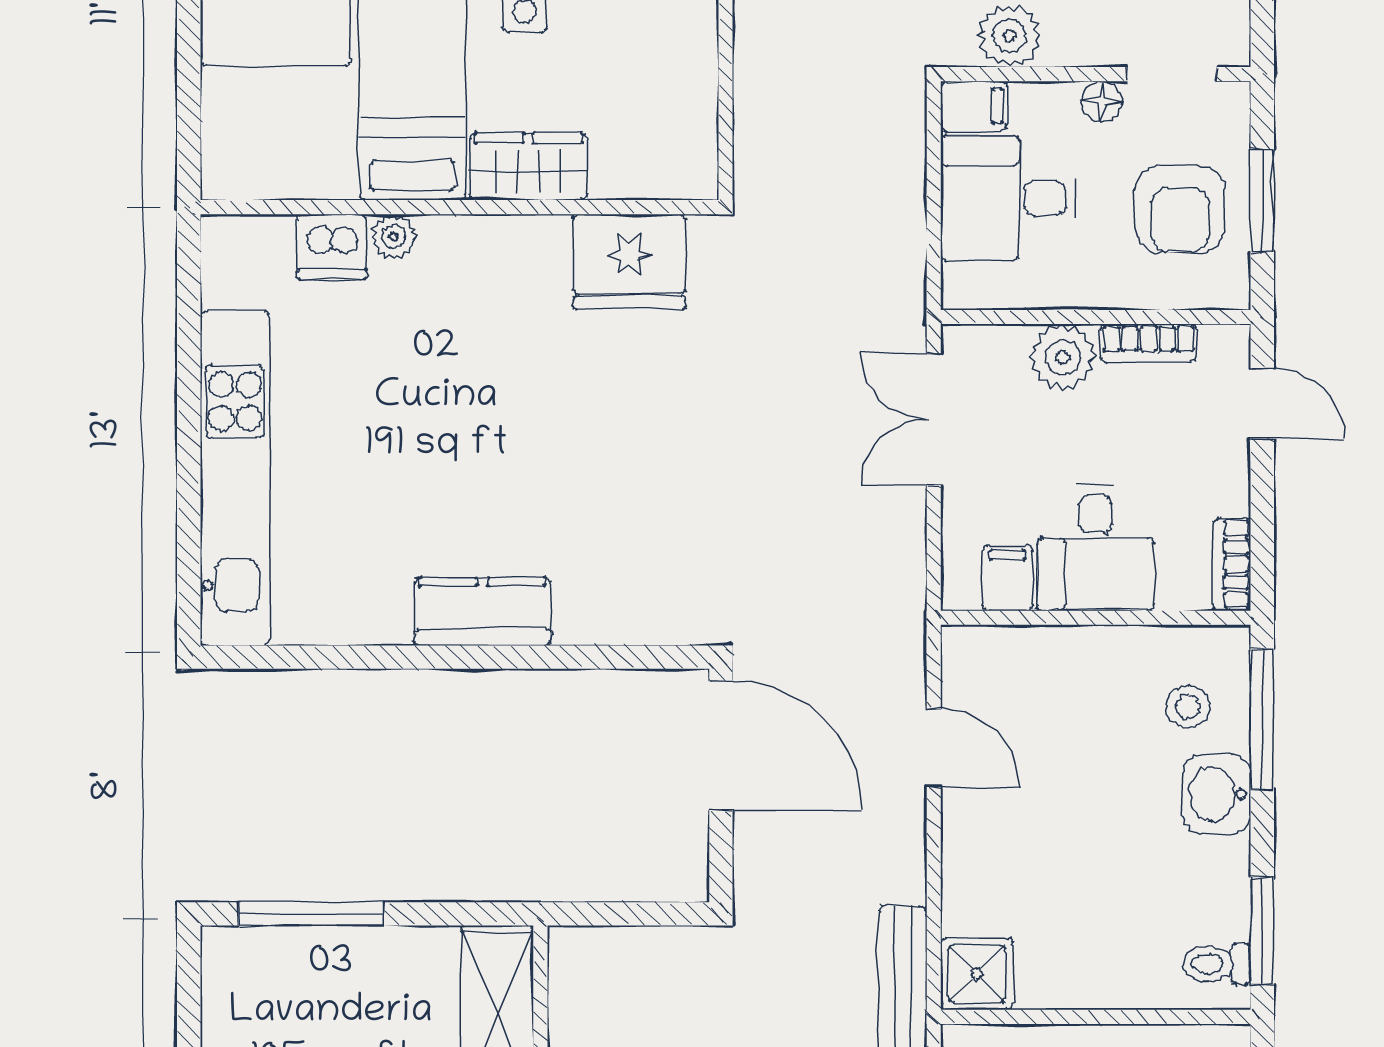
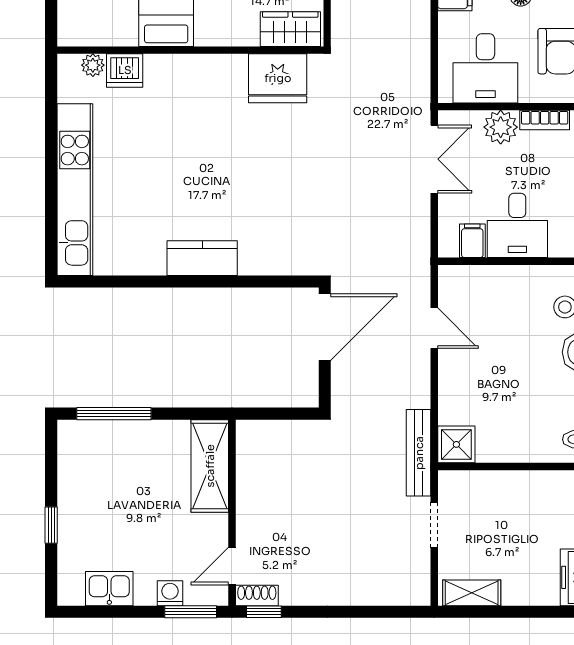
wardrobe: (528, 166) -> (290, 29), moved
desk: (1008, 198) -> (485, 68), moved, turned -90
plant: (394, 236) -> (93, 65), moved
double door: (934, 419) -> (434, 159), swing flipped
door: (721, 746) -> (325, 327), hinge flipped

